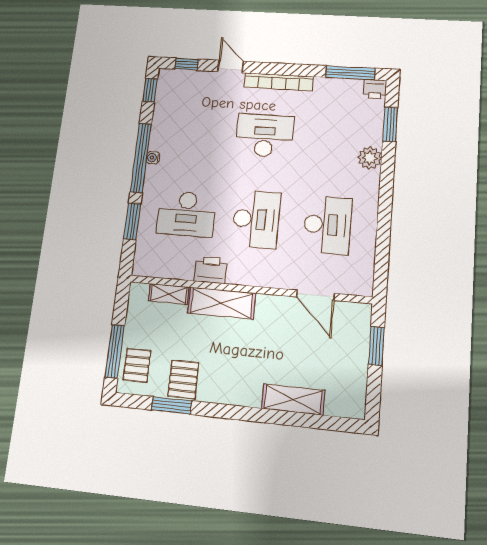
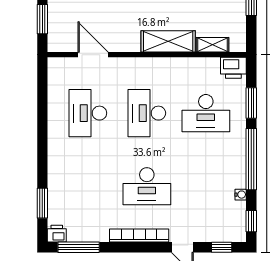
water cooler: (153, 158) -> (241, 195), moved
plant: (370, 158) -> (57, 173), removed
desk: (186, 214) -> (206, 113), turned 180
printer: (211, 270) -> (233, 68), moved

